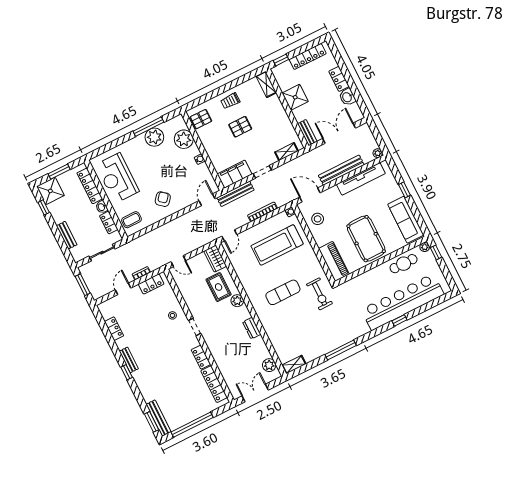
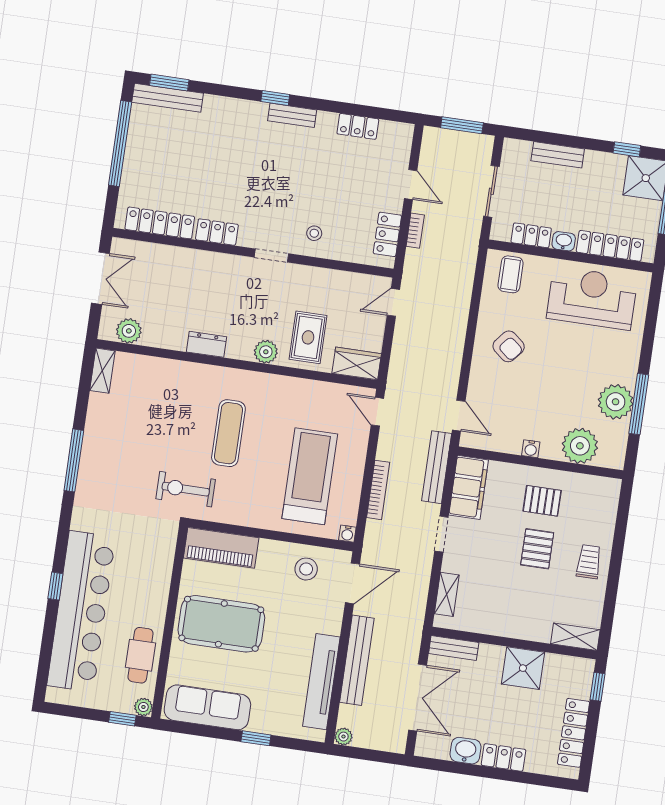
pallet: (201, 119) -> (542, 501), moved, turned 90
rug: (219, 287) -> (308, 337), turned 90

